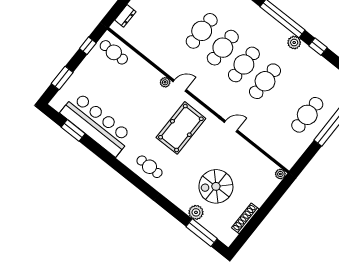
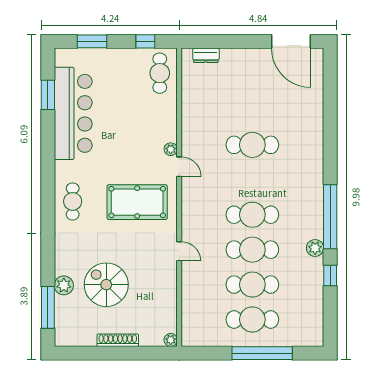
cafe table: (223, 48) -> (252, 285), moved
shoe rack: (245, 218) -> (118, 340), moved

